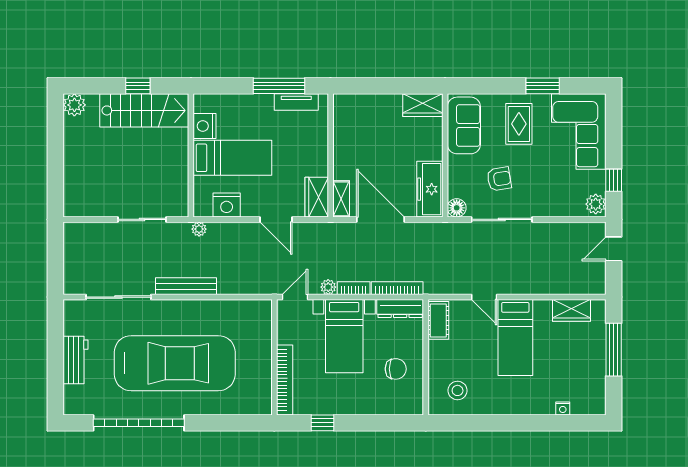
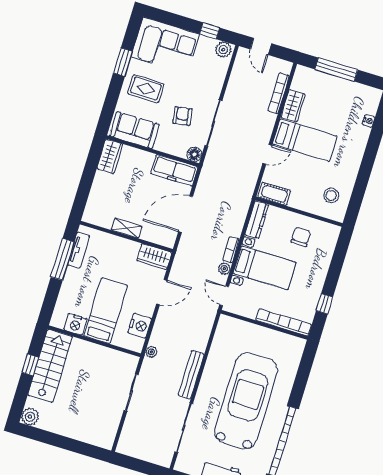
shelving: (341, 199) -> (127, 228), moved
bookcase: (397, 288) -> (279, 93), moved
wardrobe: (572, 310) -> (293, 106), moved

